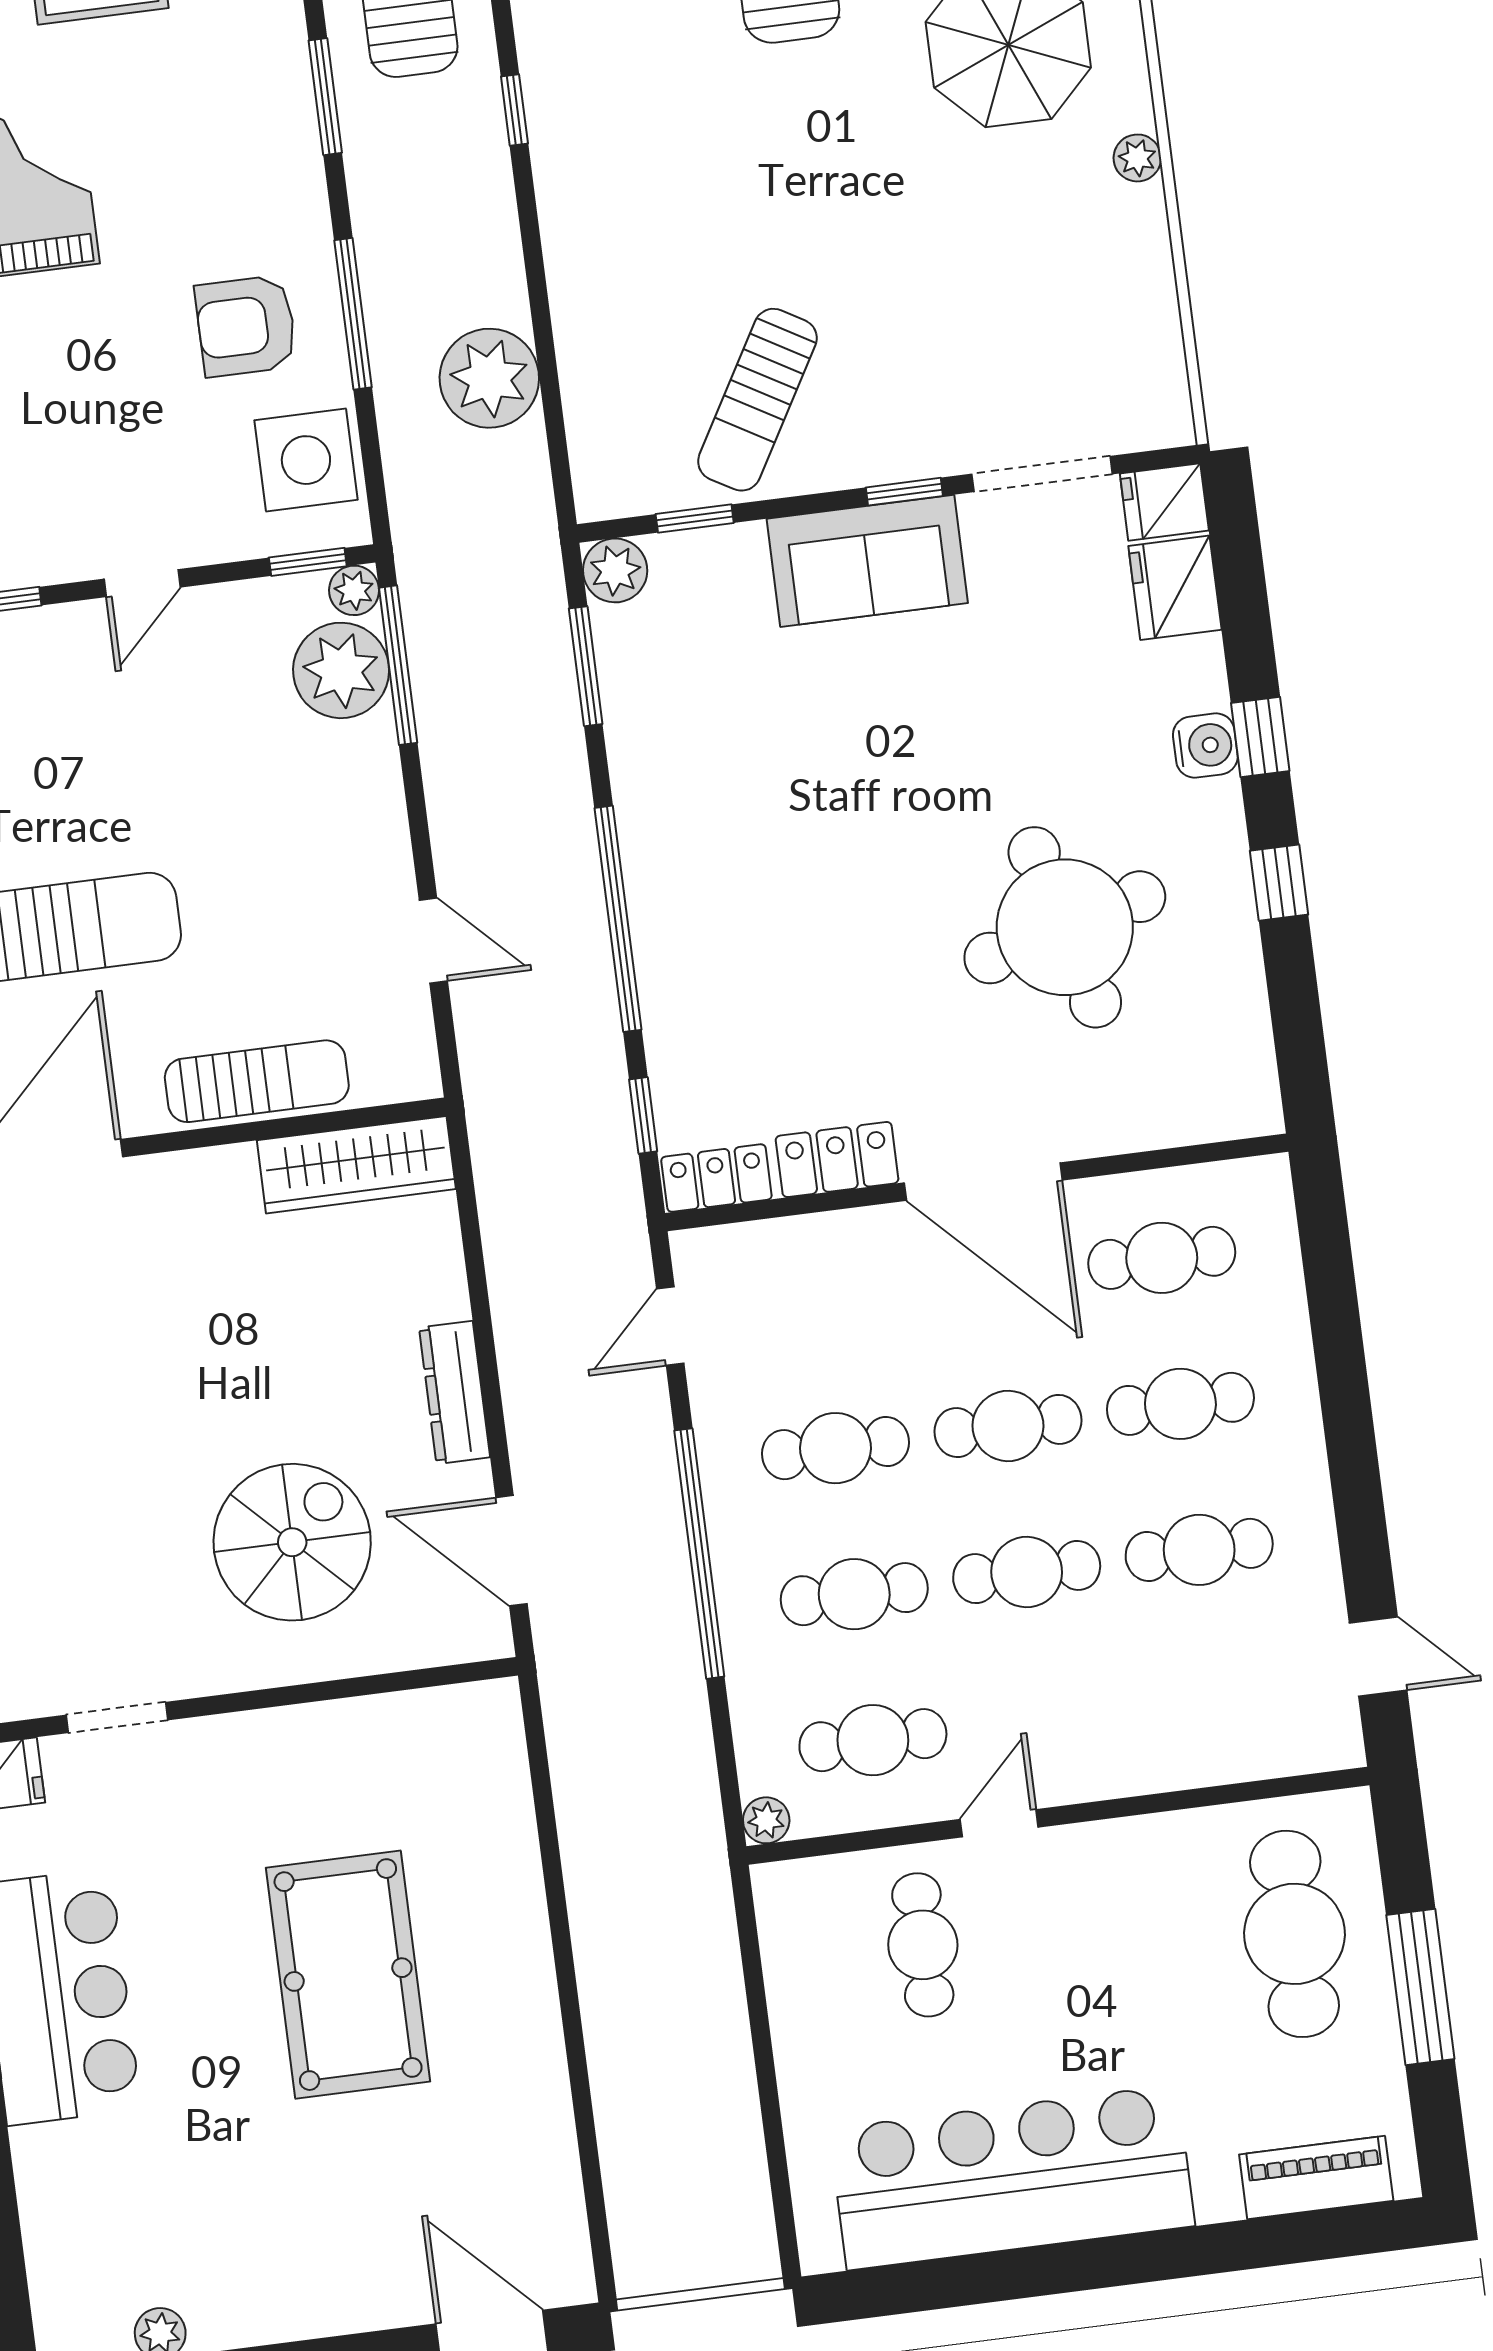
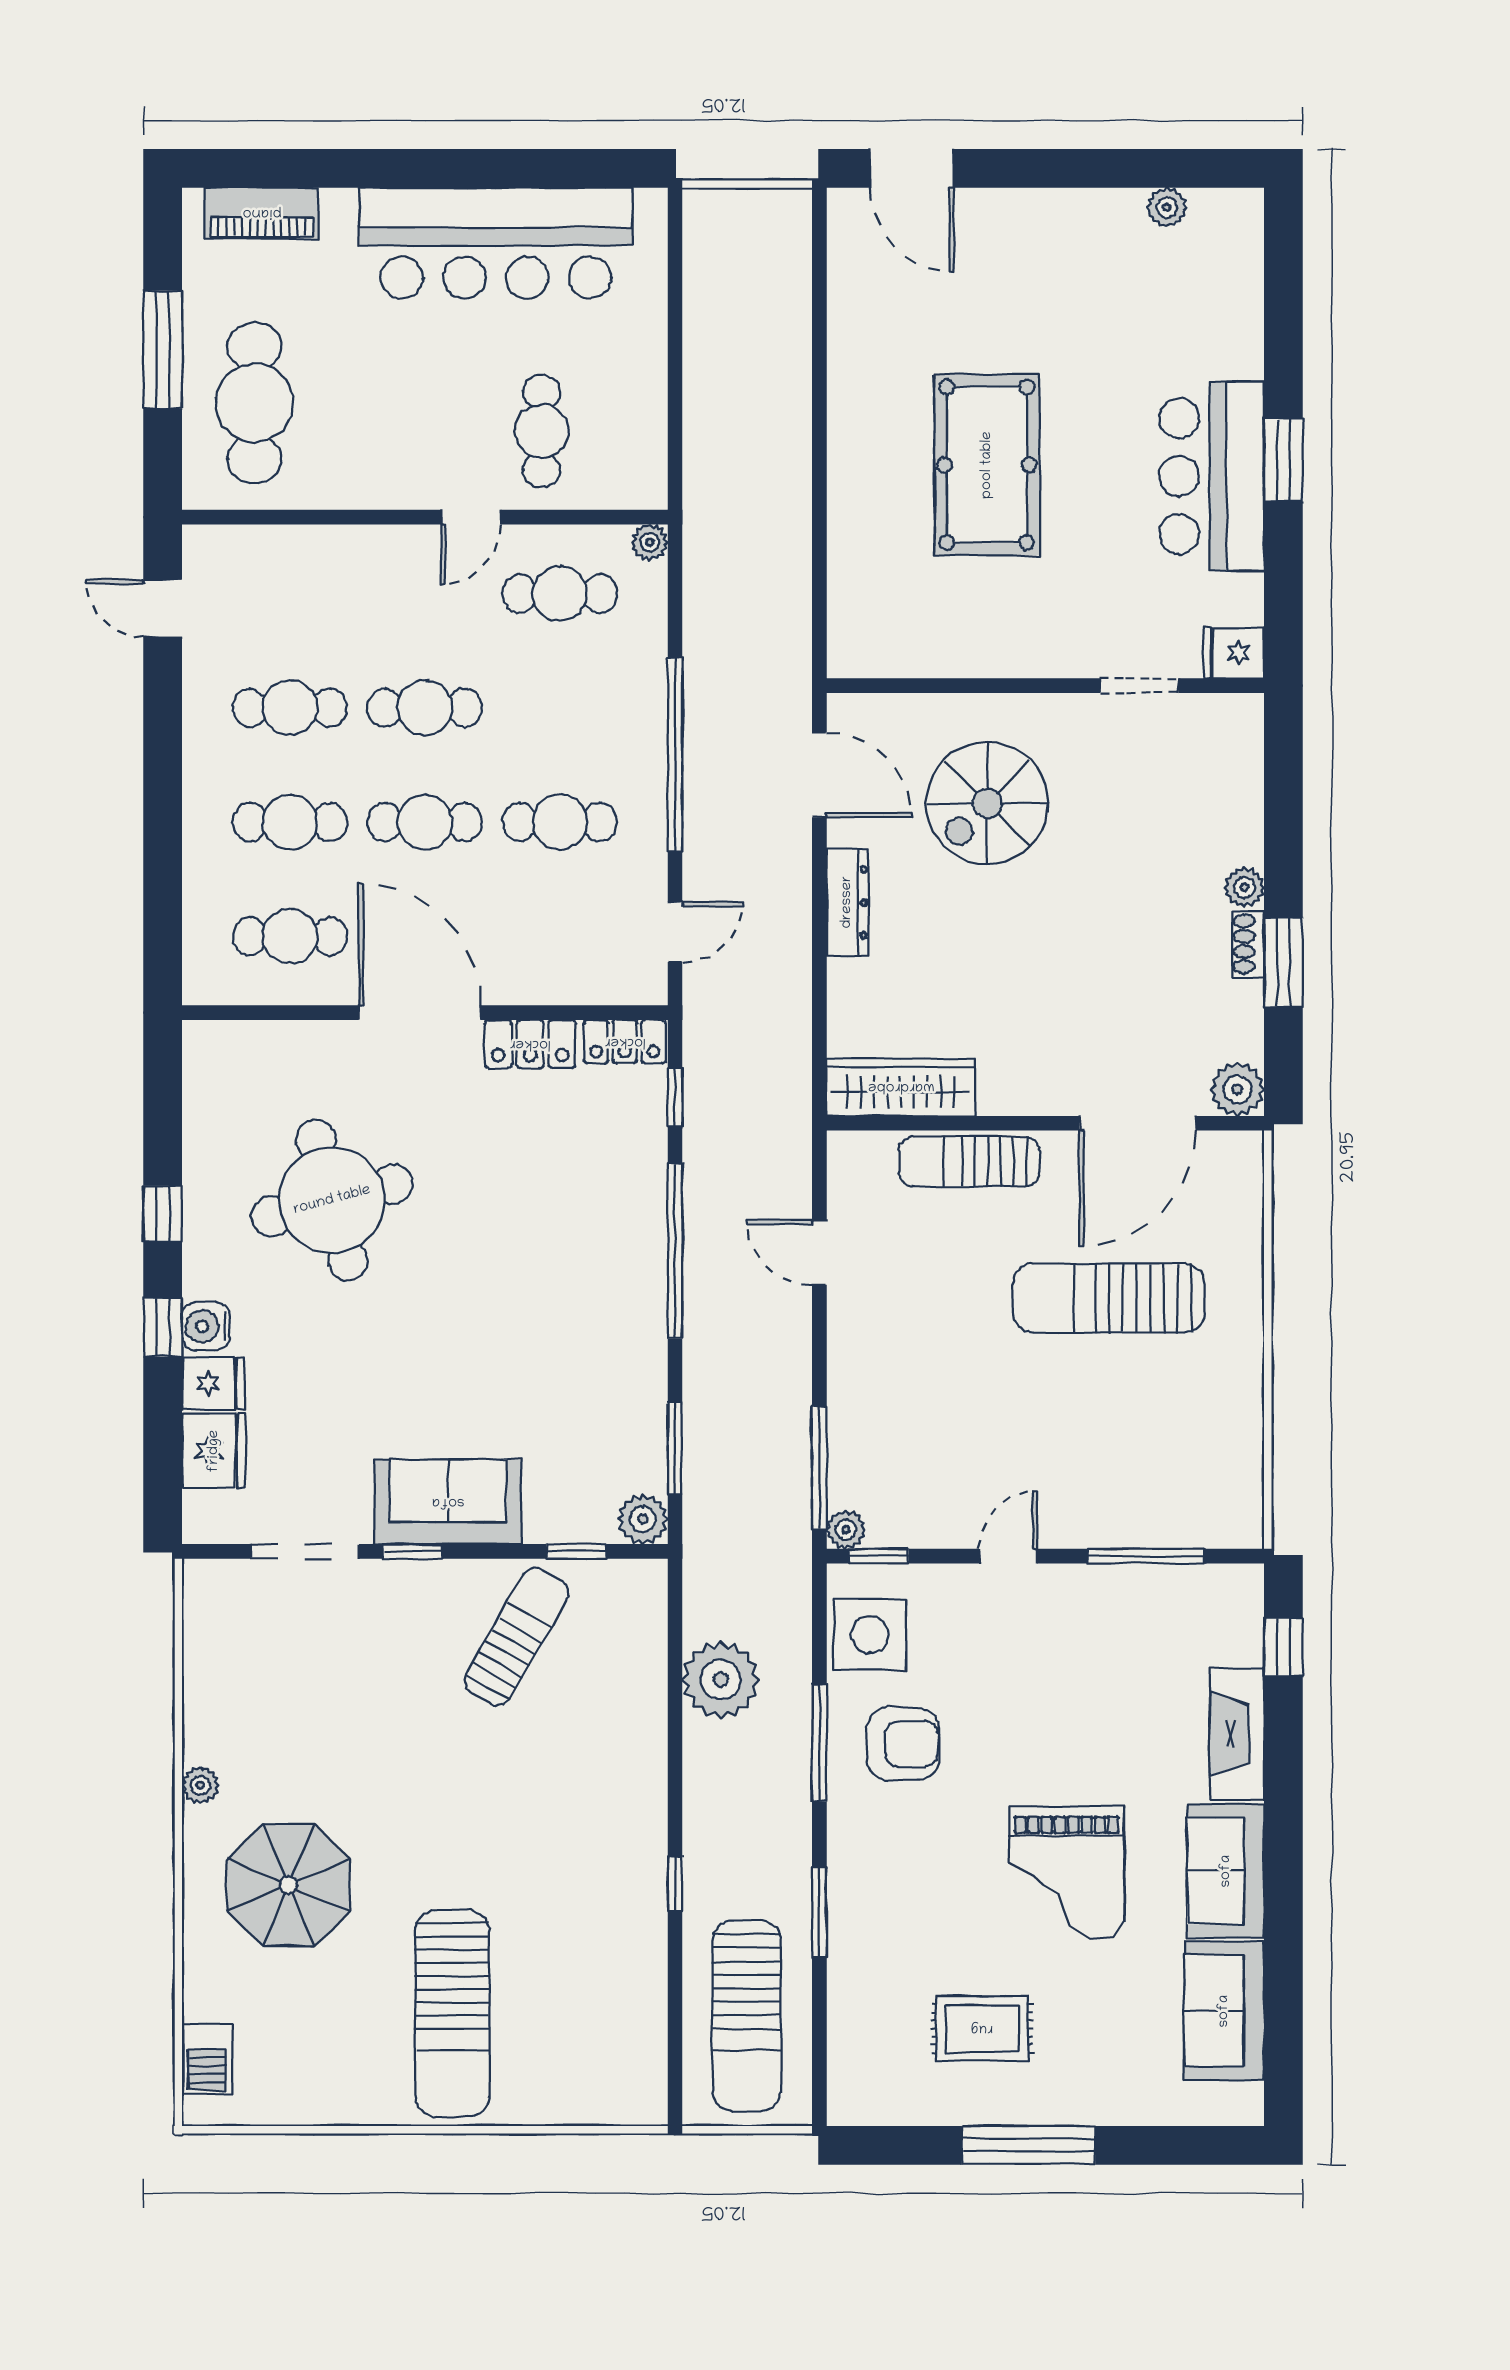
fridge: (1164, 502) -> (213, 1384), moved
plant: (341, 670) -> (864, 1469), removed
cafe table: (854, 1594) -> (560, 708), removed

